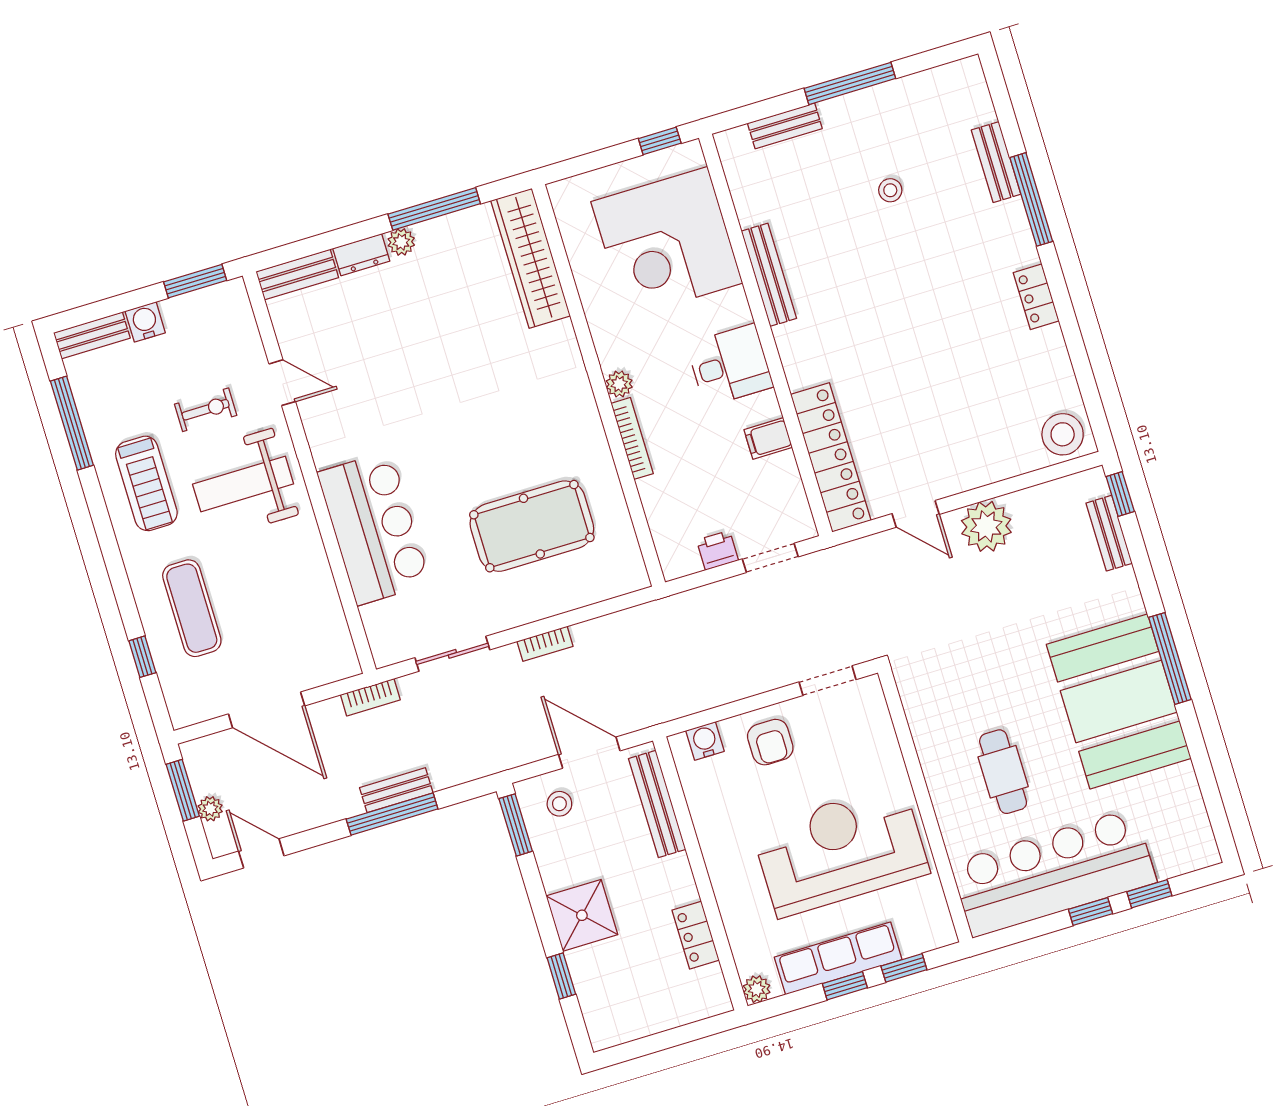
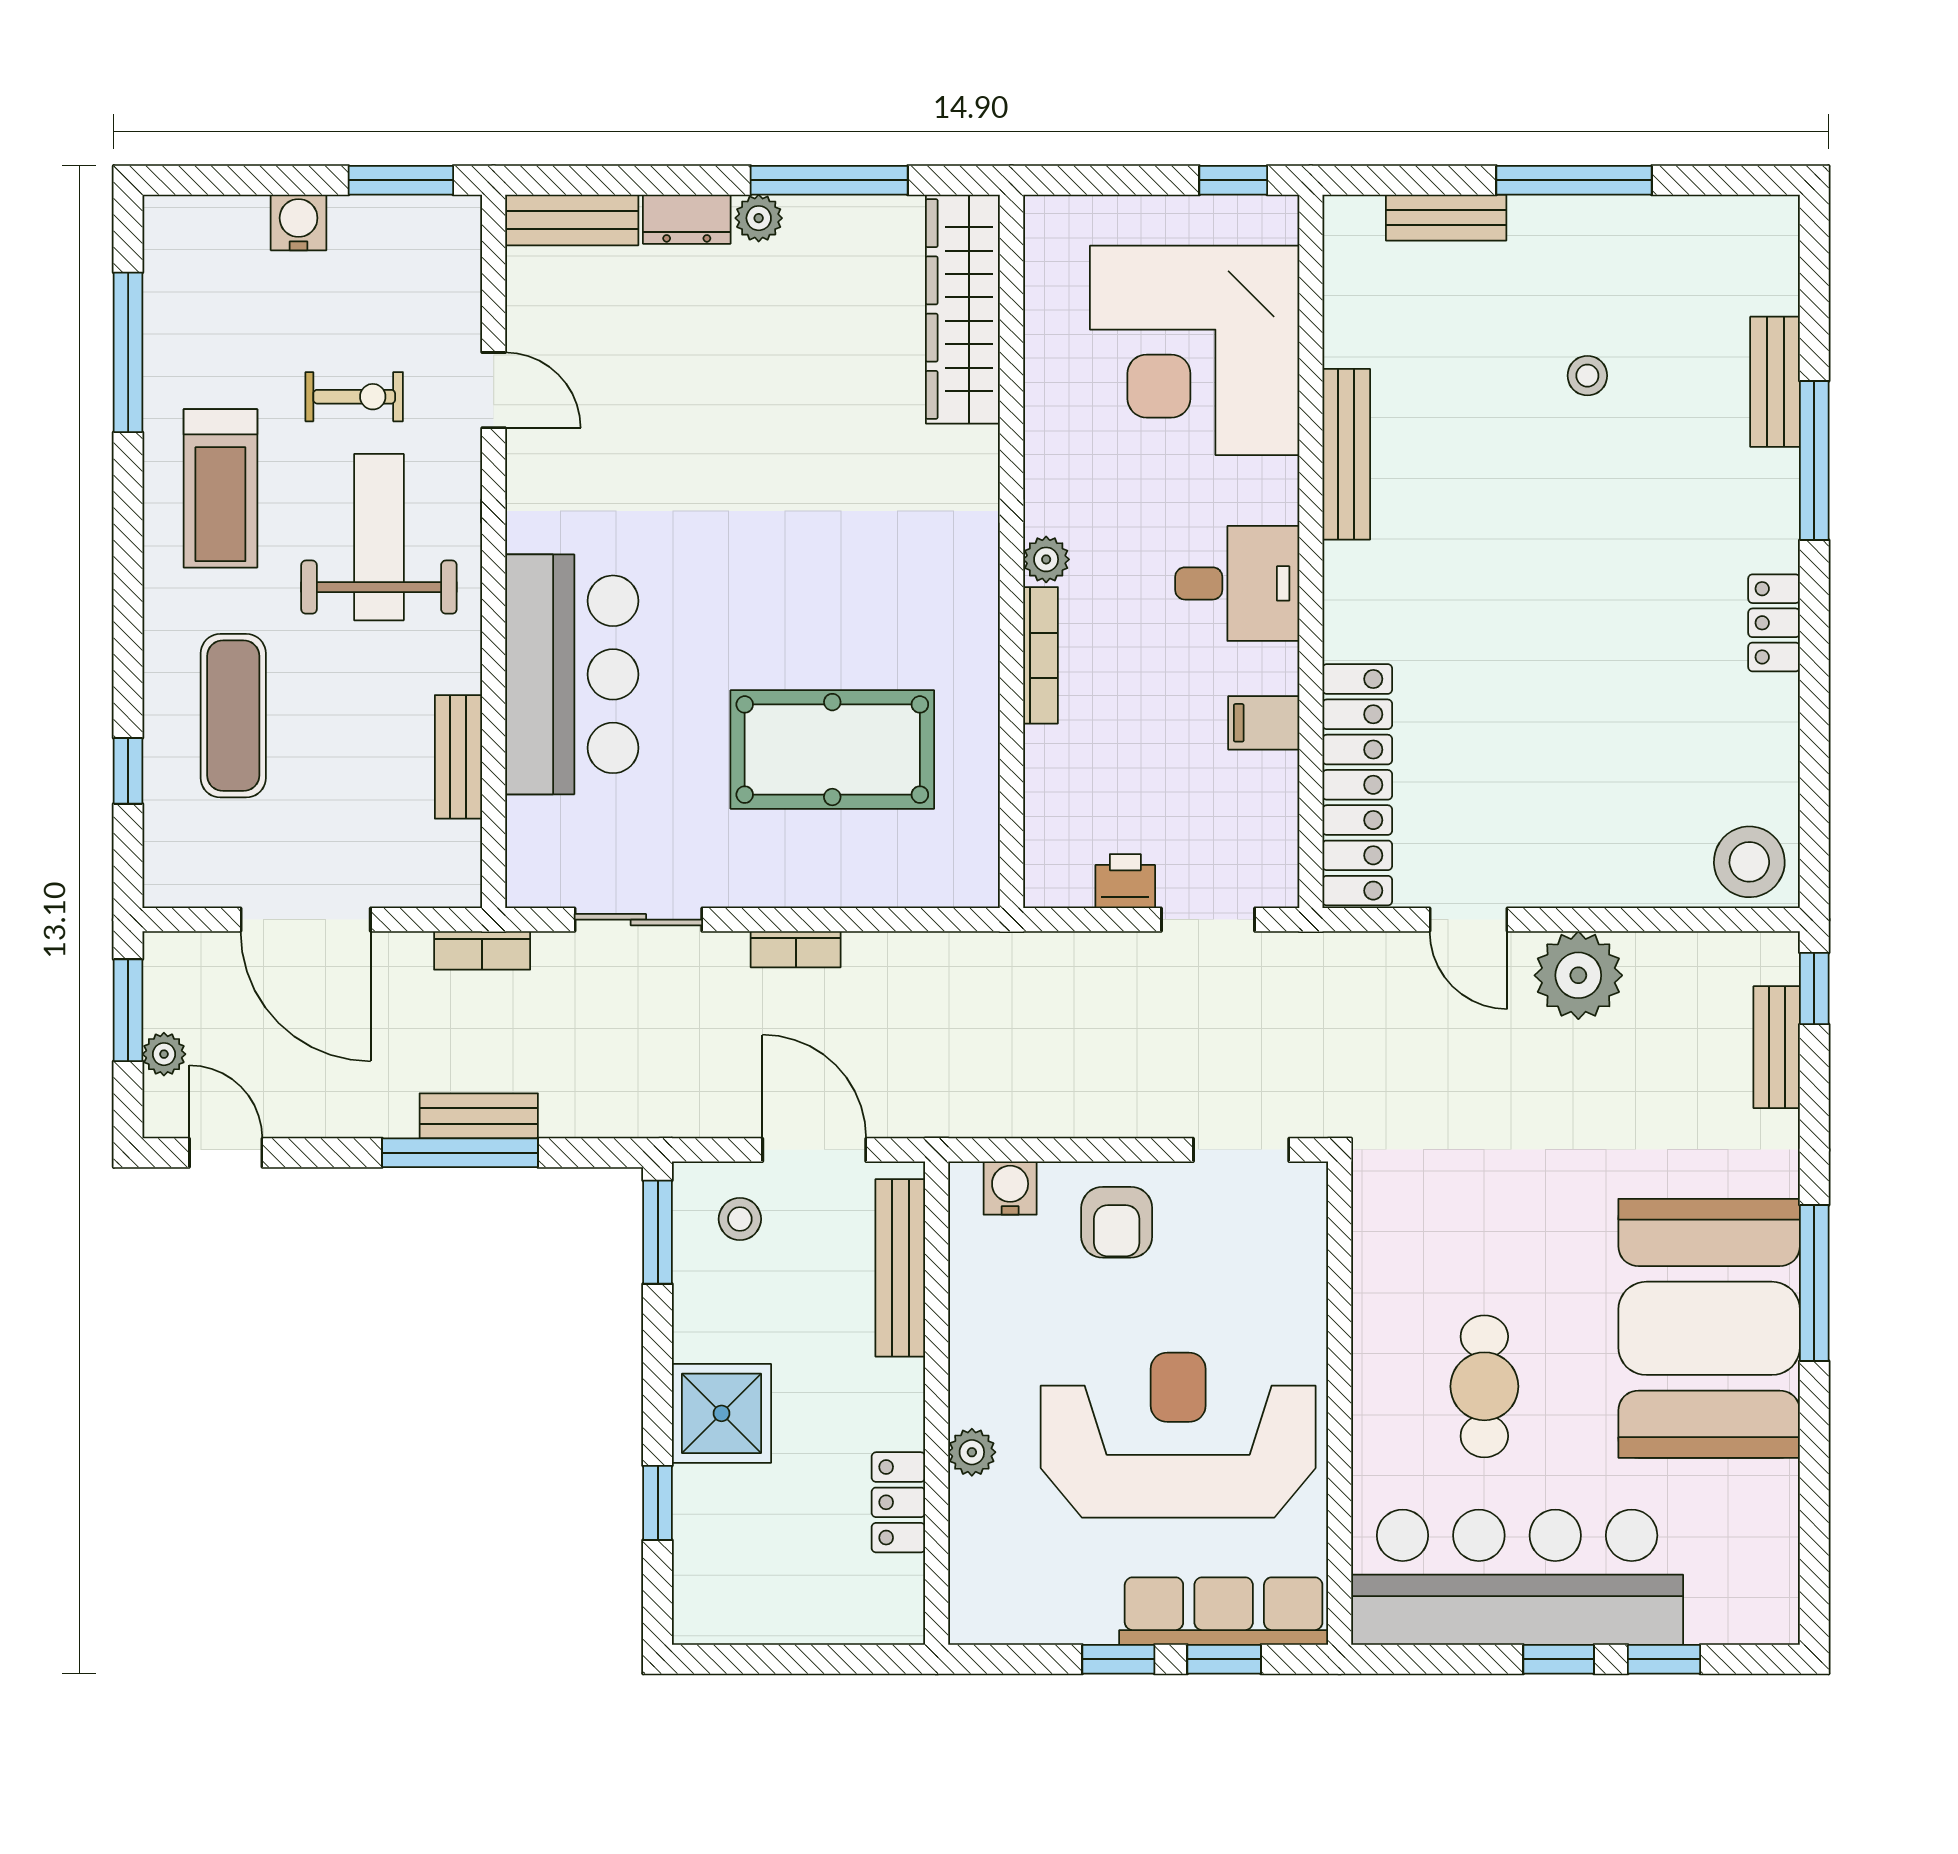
bench: (92, 335) -> (458, 757), moved, turned 90
weight bench: (243, 484) -> (379, 537), turned 90
row of seats: (838, 958) -> (1224, 1611), moved
plant: (757, 989) -> (972, 1452), moved

